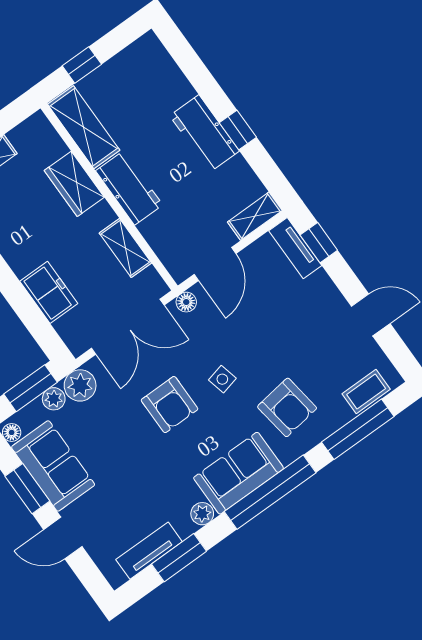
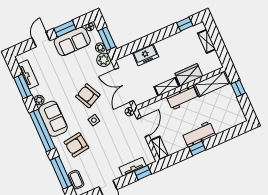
shelving: (125, 248) -> (167, 87), moved
tv unit: (295, 248) -> (133, 167), moved
door: (215, 264) -> (143, 127), swing flipped
armchair: (170, 405) -> (88, 96), turned 64

